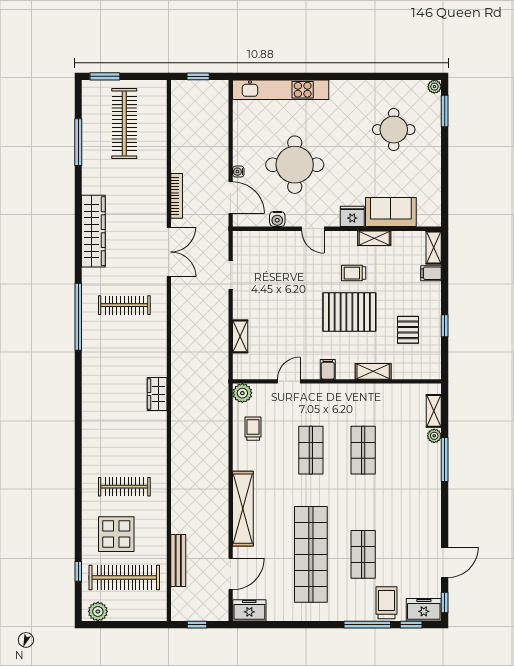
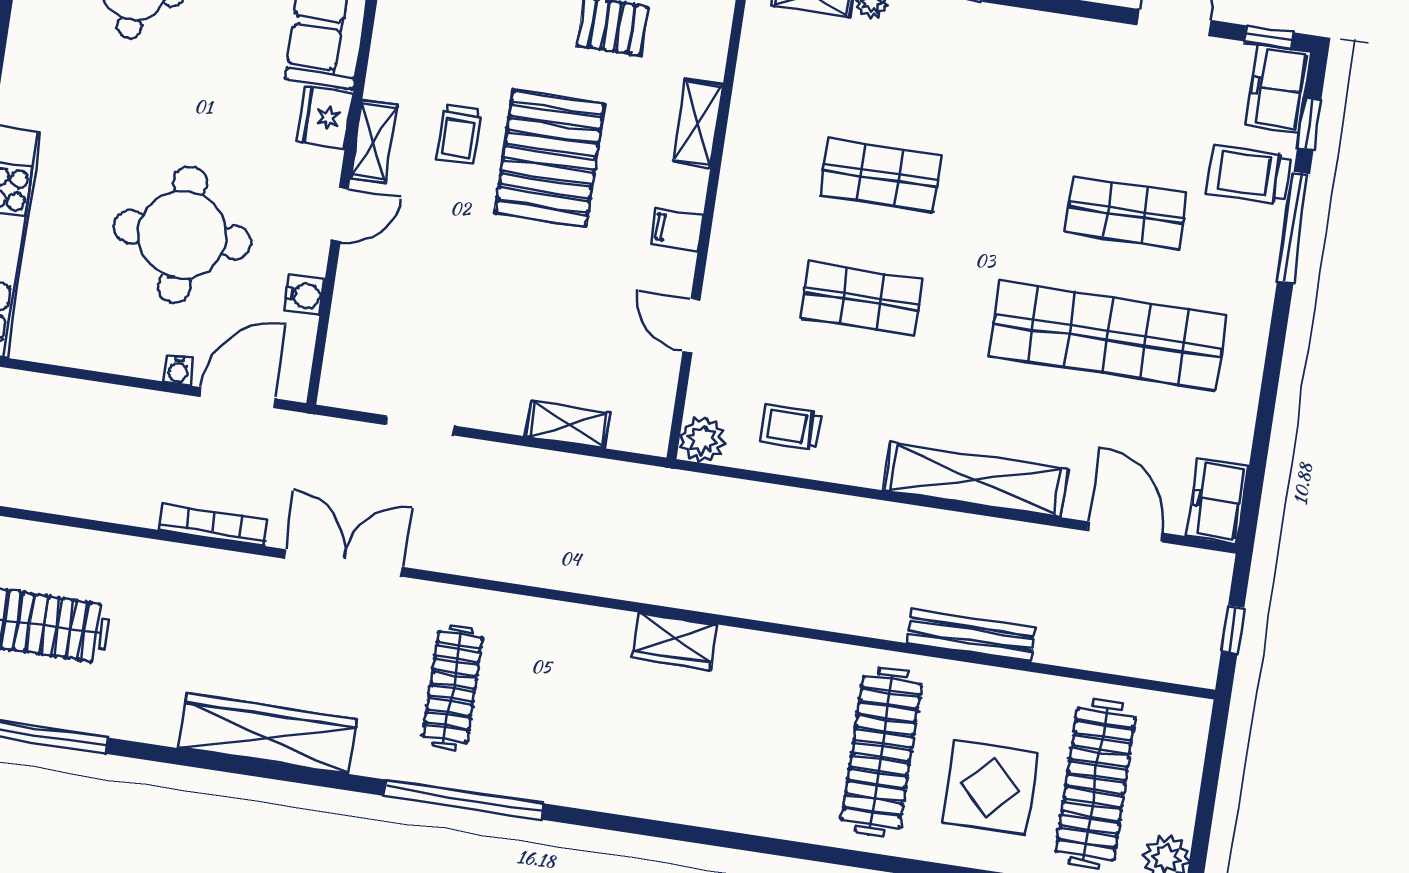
shelving: (374, 238) -> (374, 141), moved
clothes rail: (124, 487) -> (881, 752), width x1.37, depth x1.31
bench: (178, 561) -> (971, 635), moved

